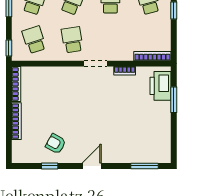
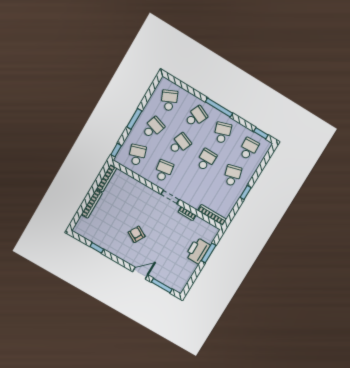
printer: (160, 86) -> (198, 251), moved
armchair: (56, 144) -> (137, 234), moved
door: (92, 166) -> (140, 273), moved

